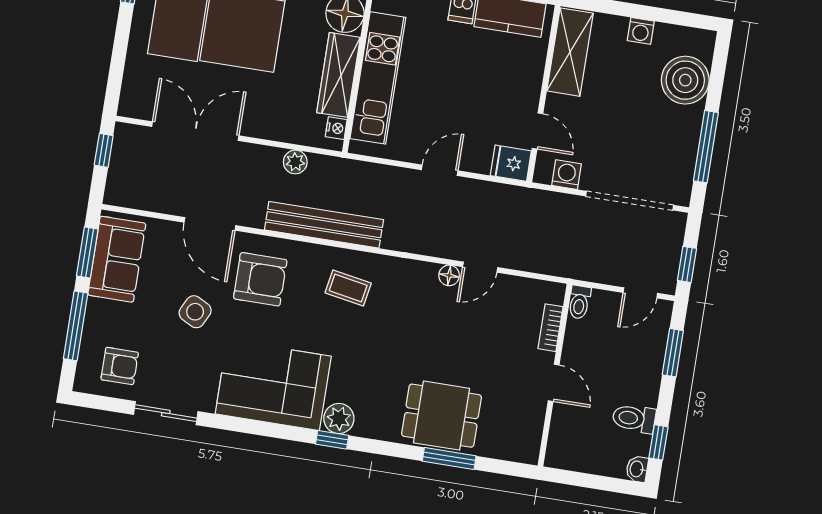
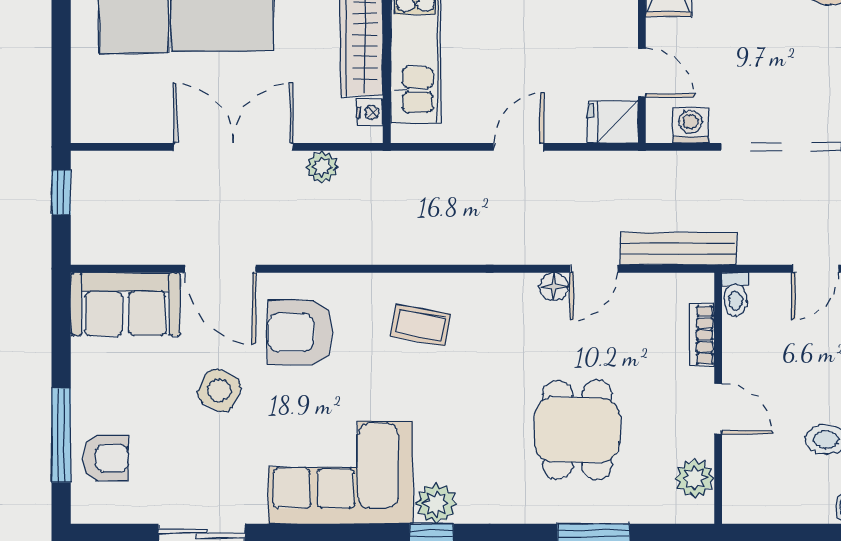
double door: (195, 131) -> (233, 147), moved
bench: (324, 225) -> (678, 249), moved, width x0.73, depth x0.82
window: (87, 253) -> (61, 334), removed
sofa: (117, 259) -> (125, 304), moved, turned 90
armchair: (260, 279) -> (300, 333), turned 180
armchair: (120, 366) -> (106, 458), moved
dining table: (441, 416) -> (577, 430), moved, turned 90
plant: (529, 430) -> (695, 478), added

